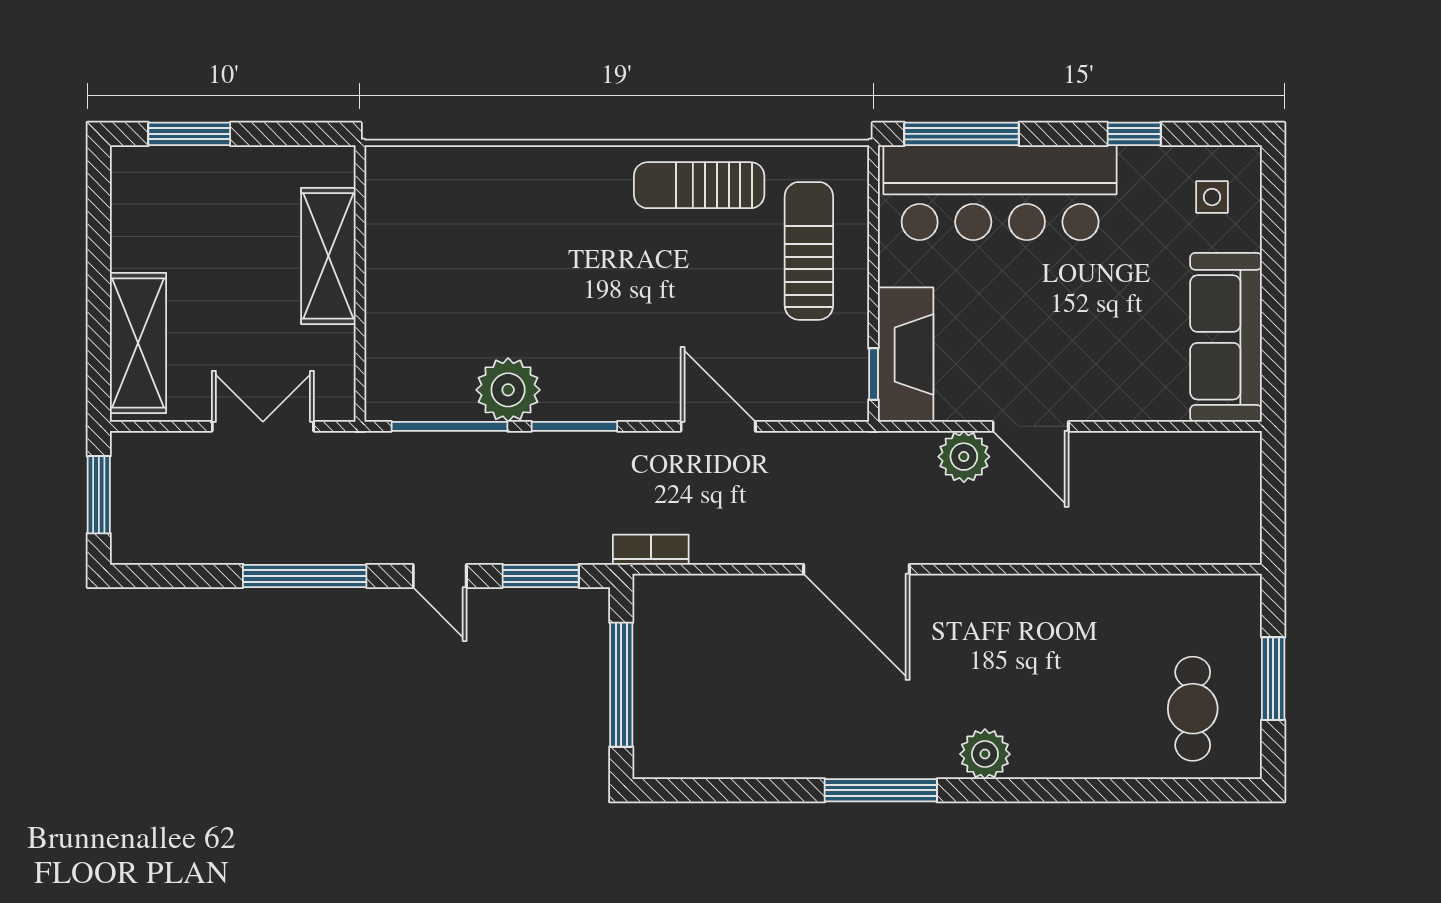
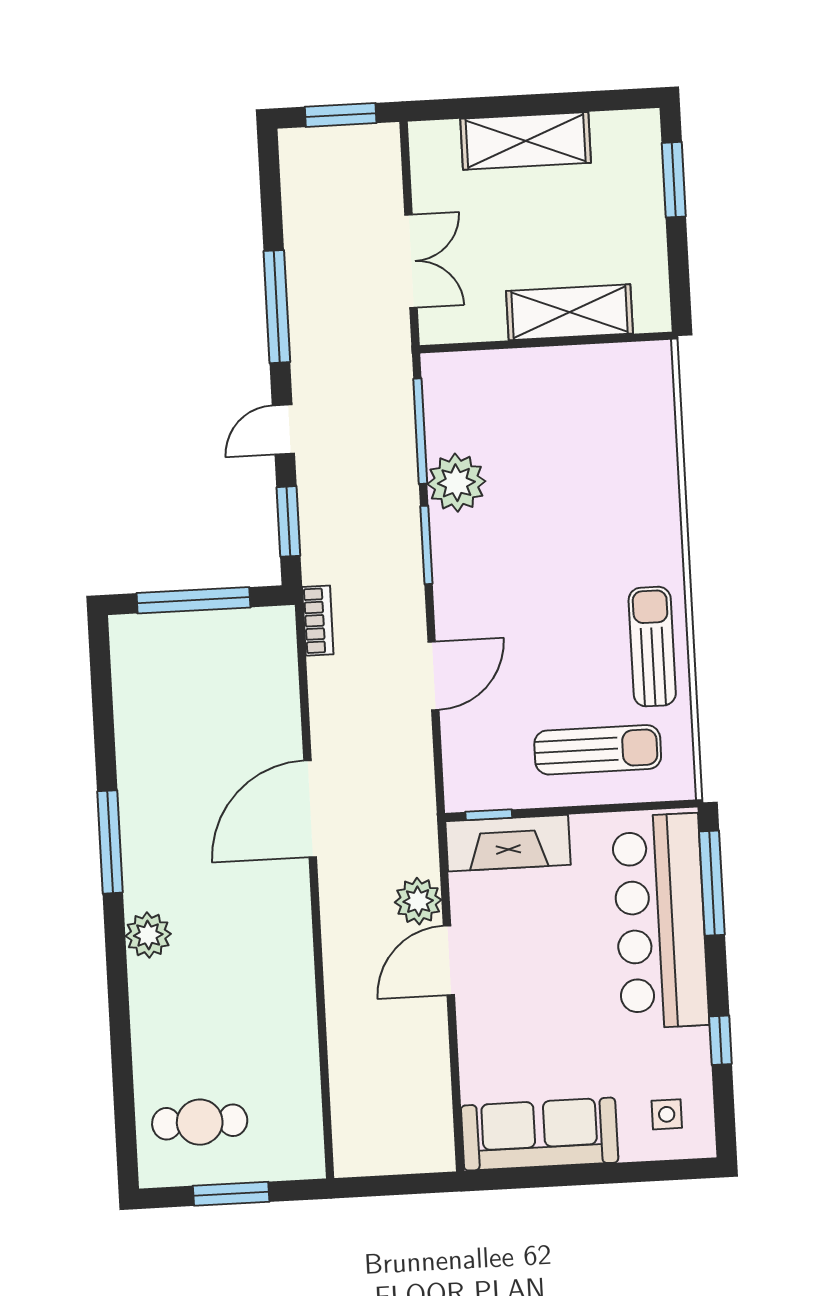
shelving: (138, 343) -> (526, 141), moved

